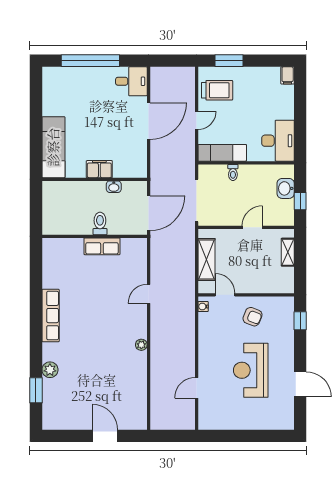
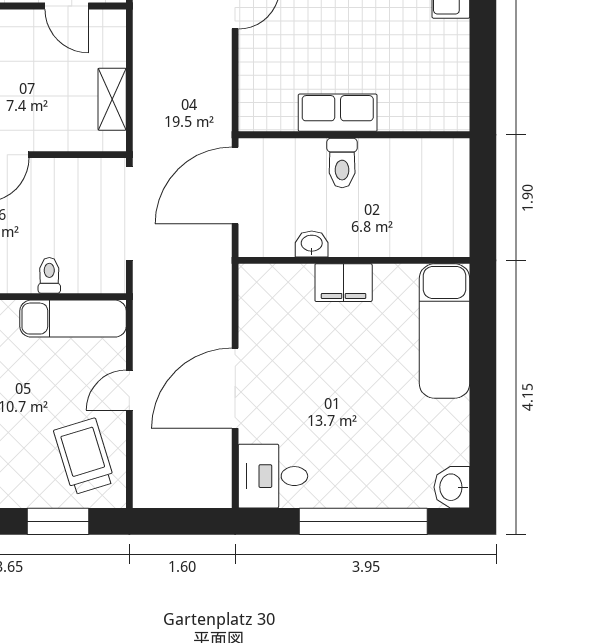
washbasin: (50, 76) -> (452, 487), added
trolley: (217, 90) -> (84, 456), turned 73
shelving: (207, 260) -> (112, 99), width x0.67, depth x0.75

